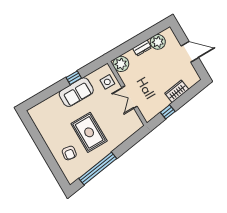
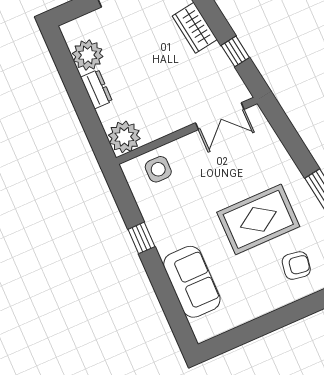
sofa: (76, 92) -> (192, 282), moved
double door: (129, 97) -> (220, 116), moved

